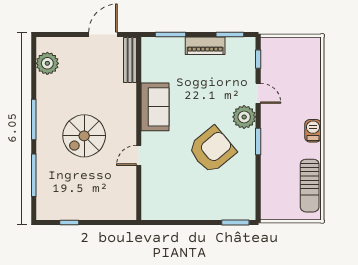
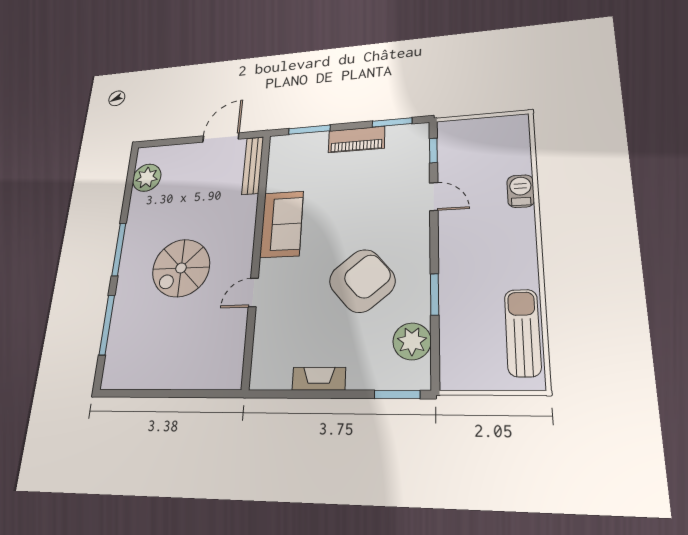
plant: (244, 117) -> (412, 341), moved
barbecue: (313, 131) -> (521, 191), moved
window: (258, 141) -> (435, 294), moved
sun lounger: (310, 186) -> (523, 332), turned 180
fireplace: (187, 213) -> (319, 379), added
window: (69, 222) -> (144, 393), removed

